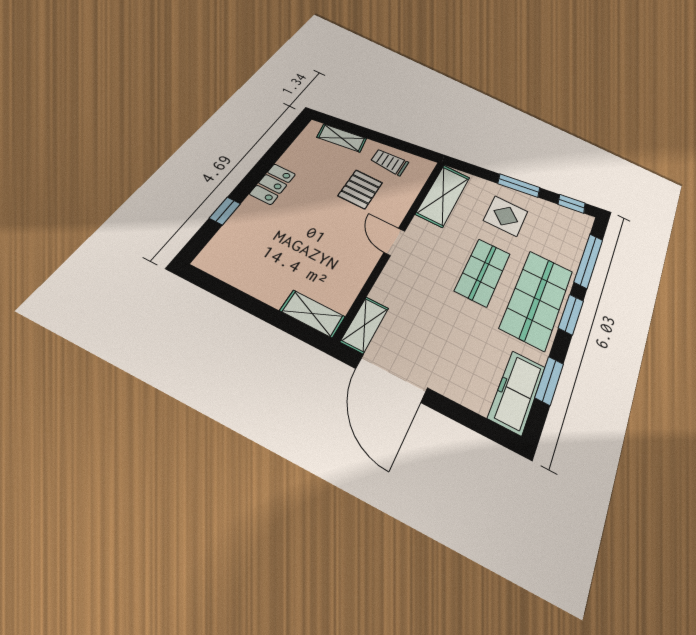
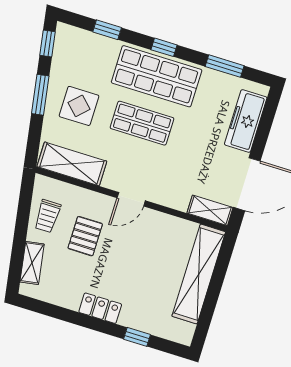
pallet: (360, 189) -> (85, 236), turned 90
window: (588, 261) -> (107, 30), width x0.46
shelving: (313, 314) -> (199, 274), width x2.20, depth x1.33
window: (571, 314) -> (164, 47), width x0.67
freezer: (517, 392) -> (246, 121), moved, turned 90

